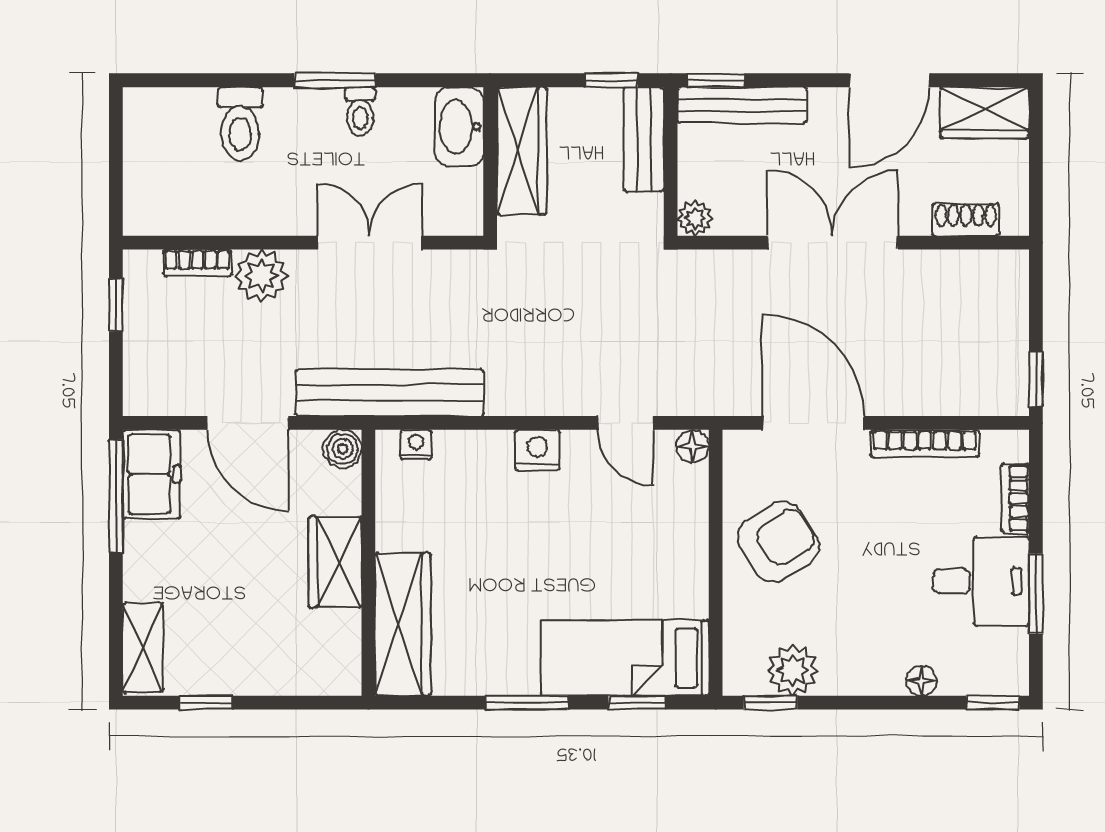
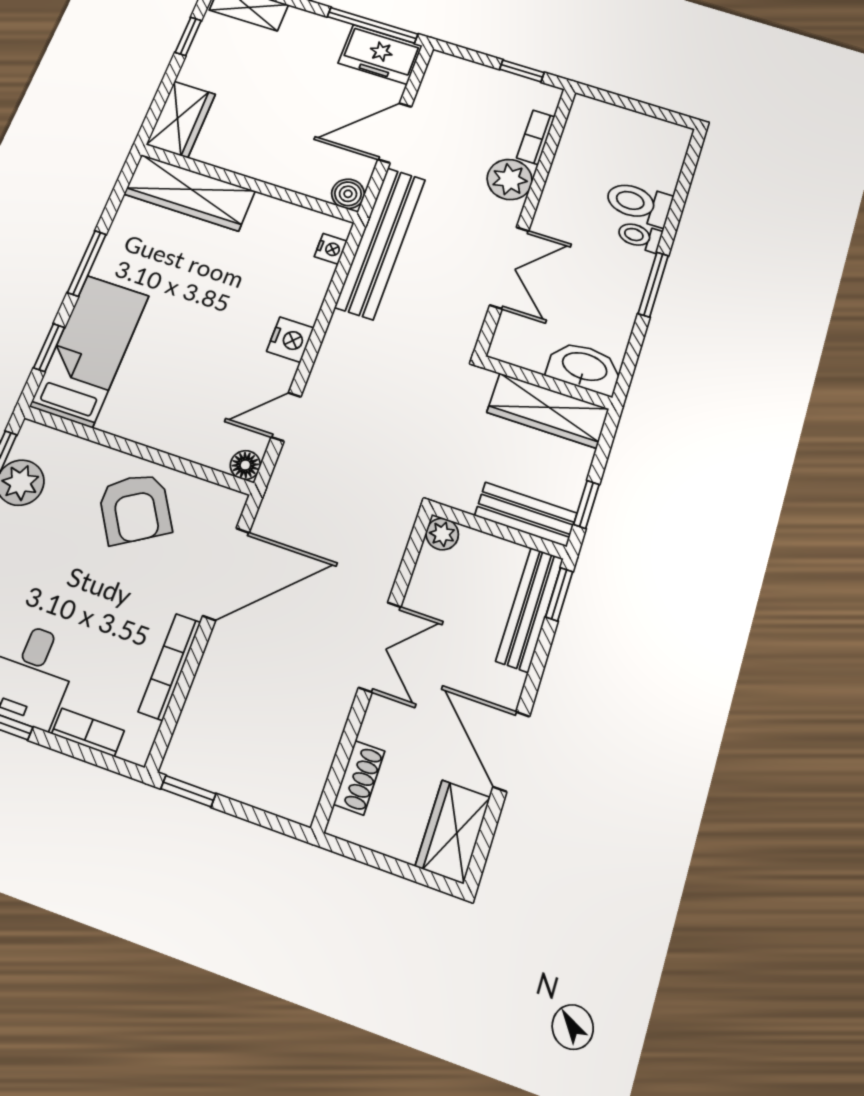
toilet: (360, 111) -> (640, 236), moved
double door: (832, 243) -> (380, 647), width x0.73
wardrobe: (335, 562) -> (181, 119), moved, turned 90

